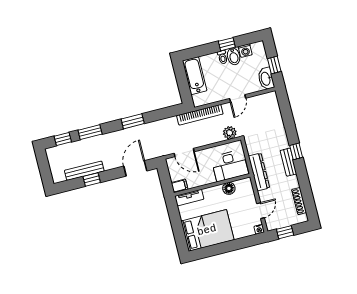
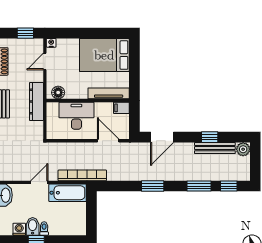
bathtub: (195, 76) -> (68, 193), moved, turned -90
plant: (230, 133) -> (243, 149), moved
desk: (230, 166) -> (76, 116), moved
floor lamp: (229, 188) -> (58, 93), moved
tv unit: (189, 198) -> (109, 93), width x1.41

